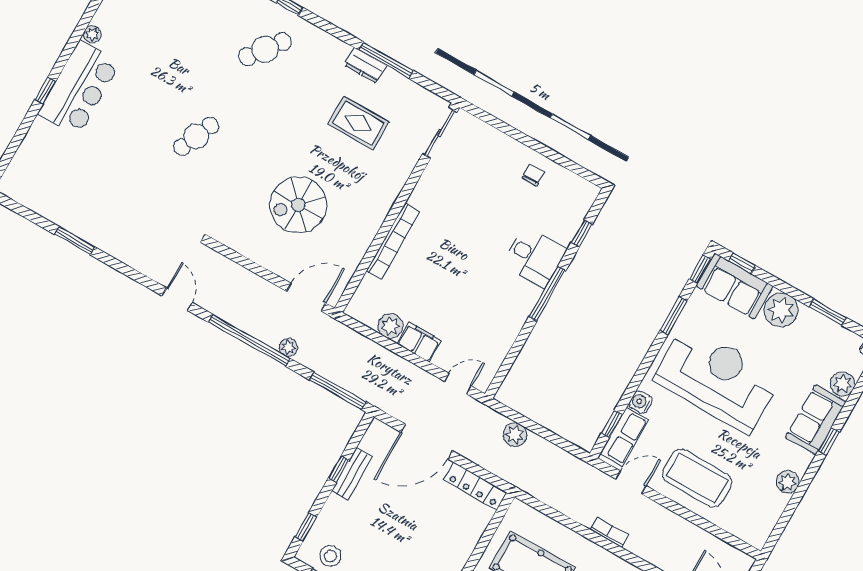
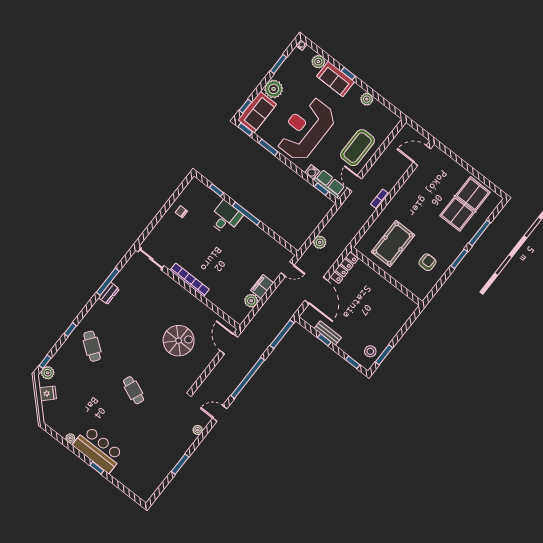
rug: (358, 123) -> (139, 302), removed
spiral stairs: (298, 205) -> (179, 341), turned -90
bookcase: (393, 241) -> (190, 280), moved
plant: (288, 347) -> (198, 430), moved
door: (458, 384) -> (288, 269), swing flipped

